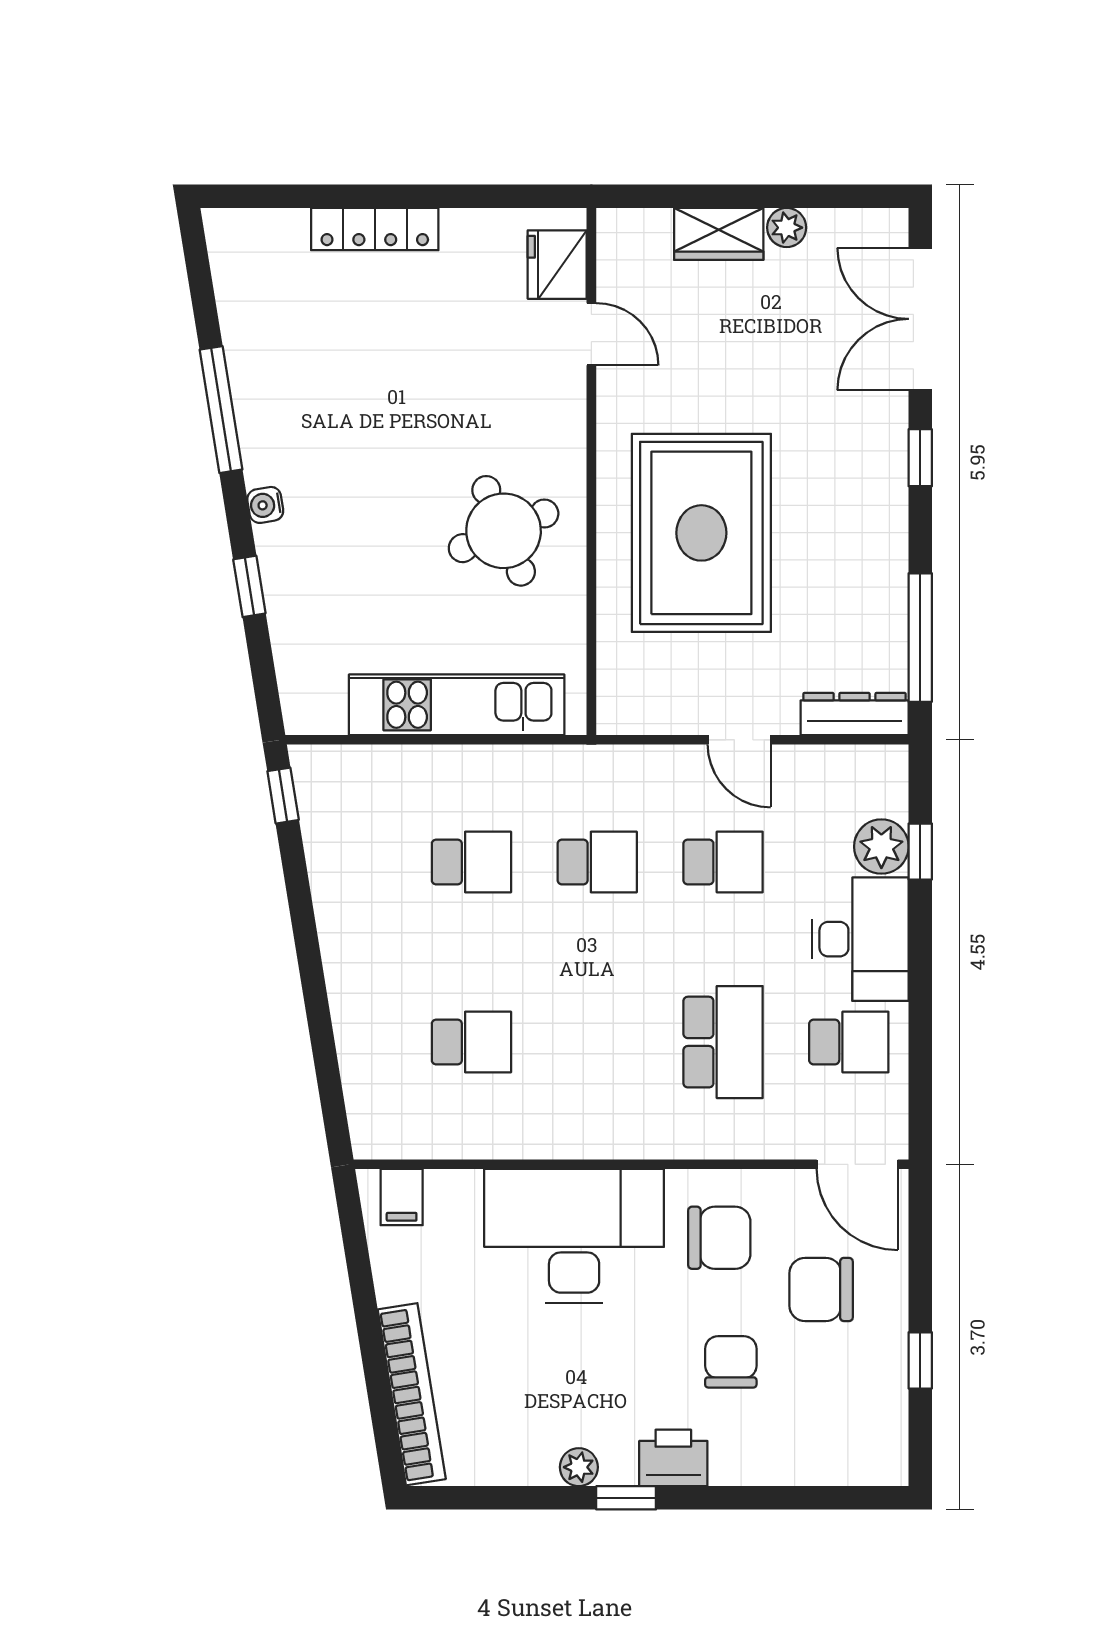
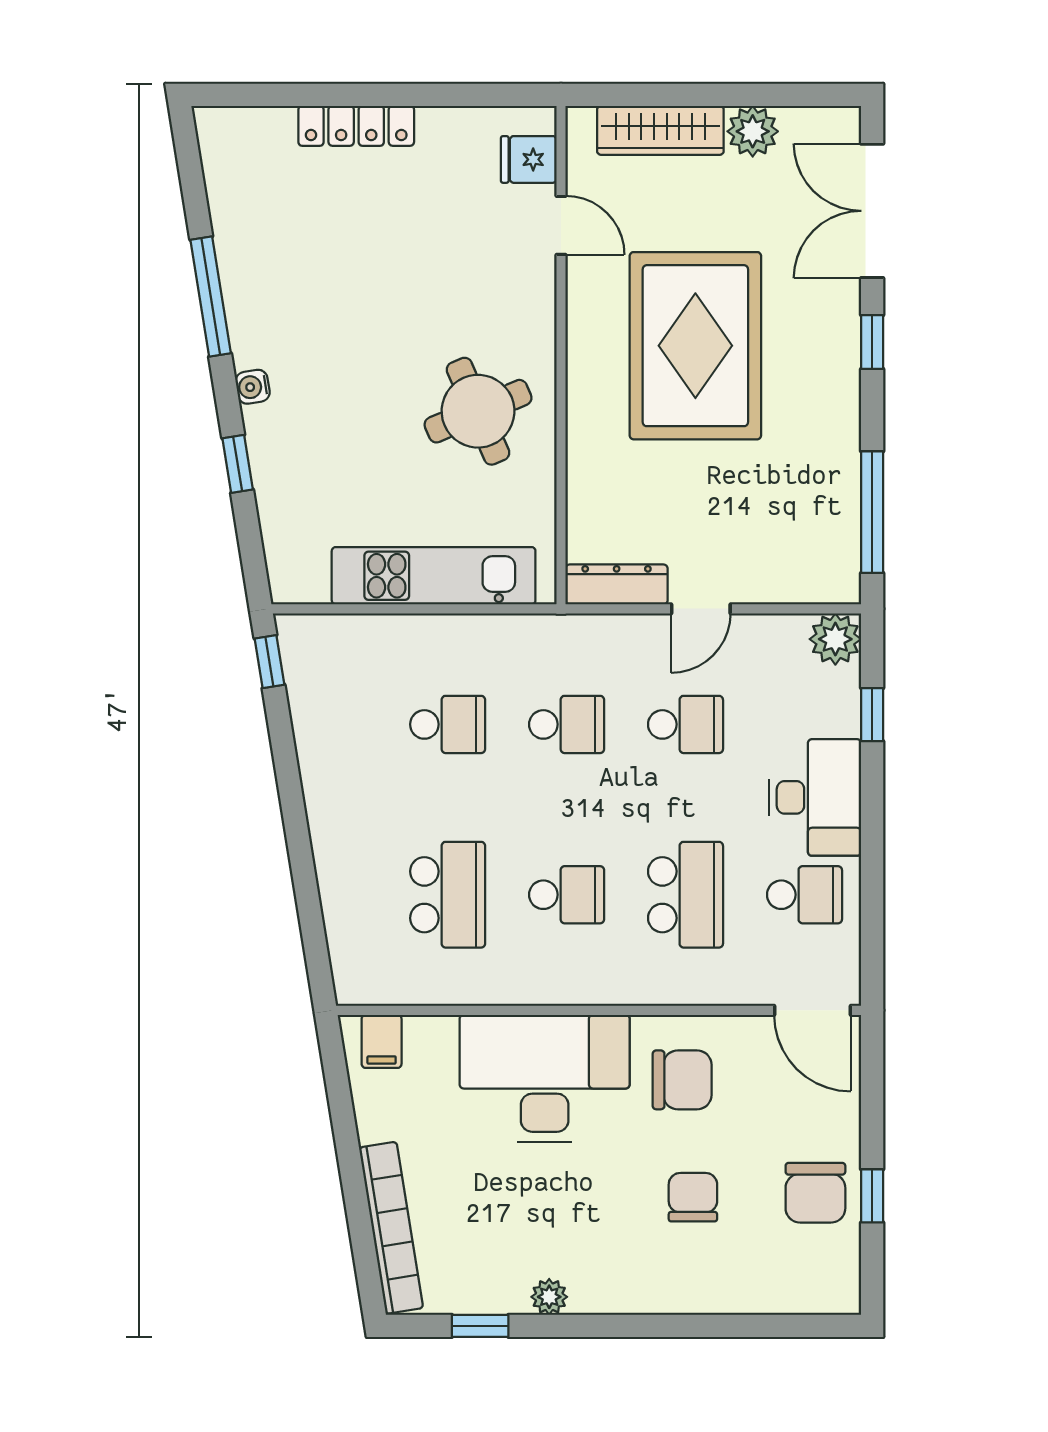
plant: (787, 228) -> (753, 131), width x1.38, depth x1.38
wardrobe: (719, 234) -> (660, 130), width x1.50
fridge: (557, 265) -> (529, 159), width x0.72
rug: (701, 533) -> (695, 346), moved
dresser: (855, 714) -> (617, 584), moved
door: (739, 740) -> (701, 609), hinge flipped
plant: (881, 847) -> (835, 639), moved
school desk: (471, 1042) -> (448, 895), width x1.85
school desk: (597, 1042) -> (567, 895), added
chair: (821, 1289) -> (815, 1193), moved, turned -90
printer: (673, 1458) -> (639, 1288), removed
window: (626, 1498) -> (480, 1326), moved

